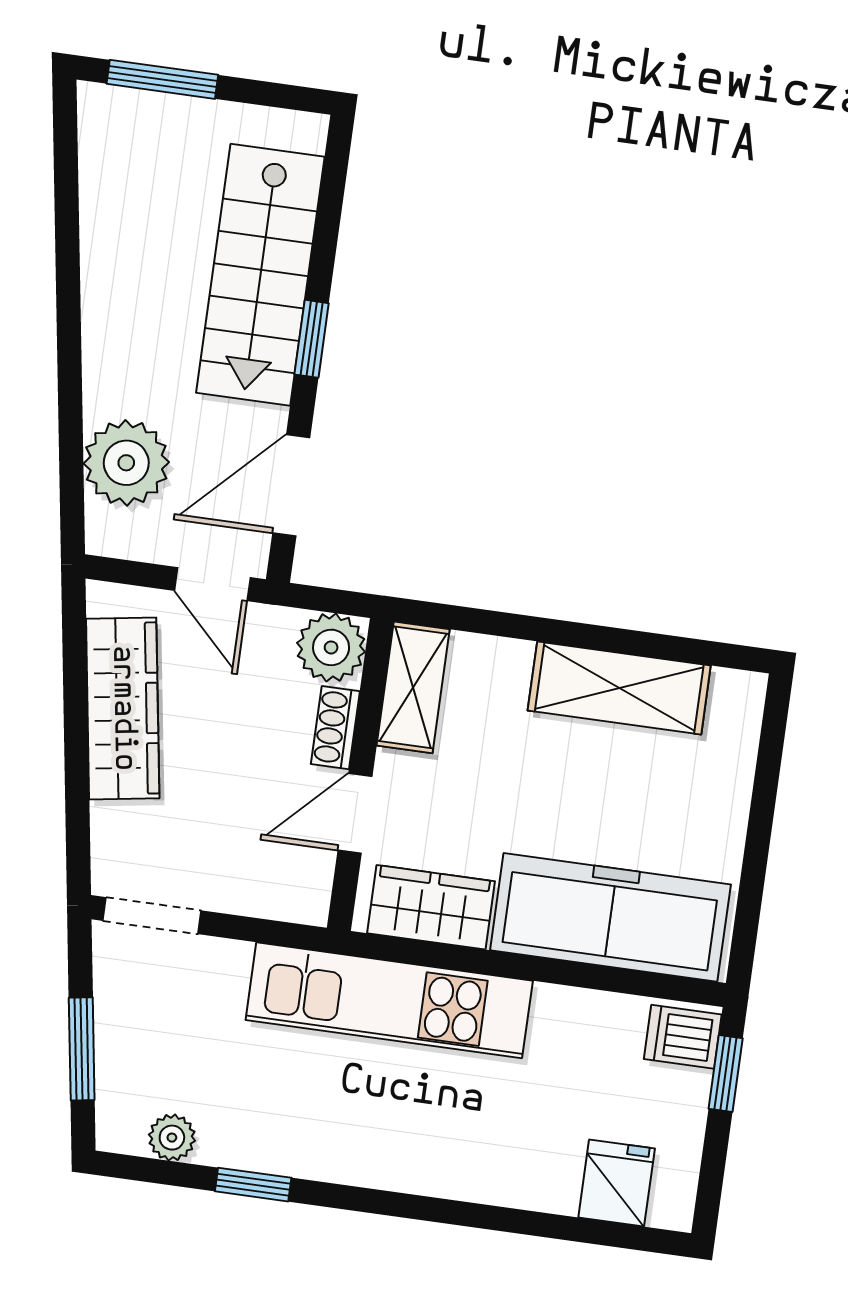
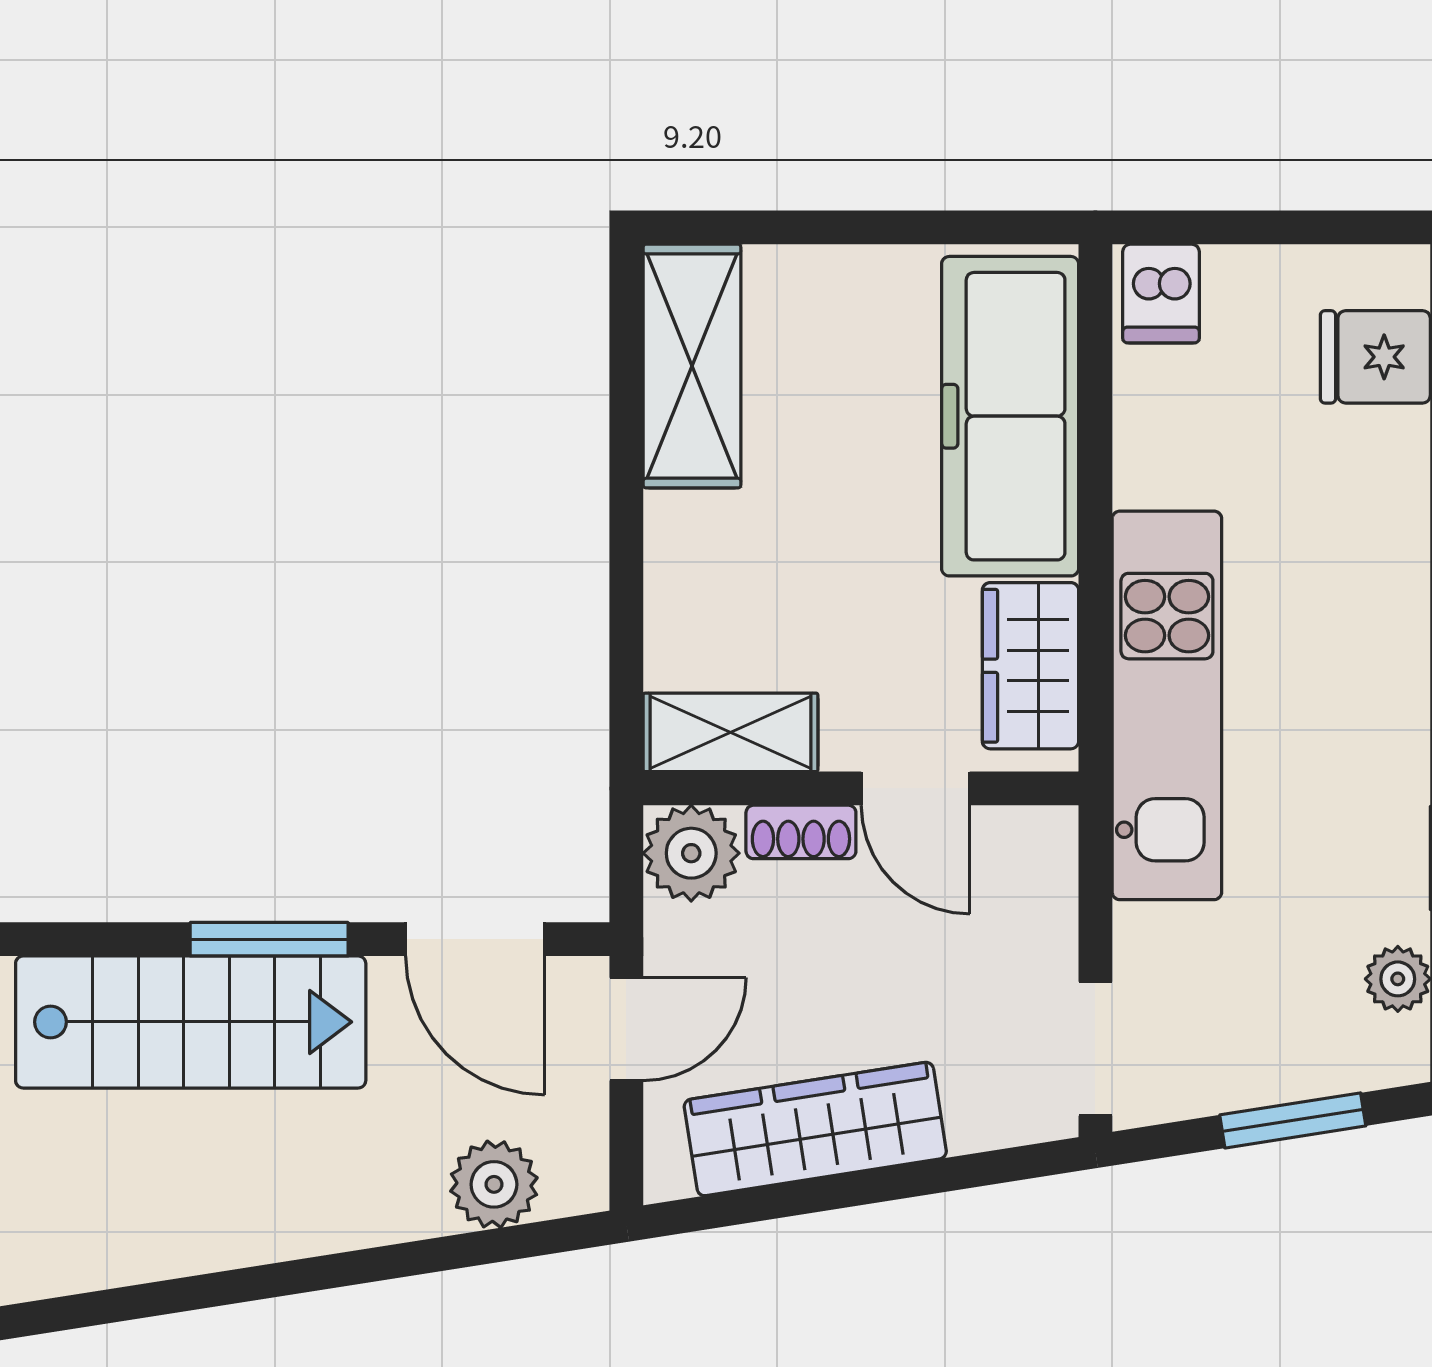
window: (312, 339) -> (269, 939), width x1.50
plant: (126, 463) -> (494, 1184), width x0.73, depth x0.73
shelving: (619, 688) -> (692, 366), moved
window: (726, 1074) -> (1204, 227), removed

